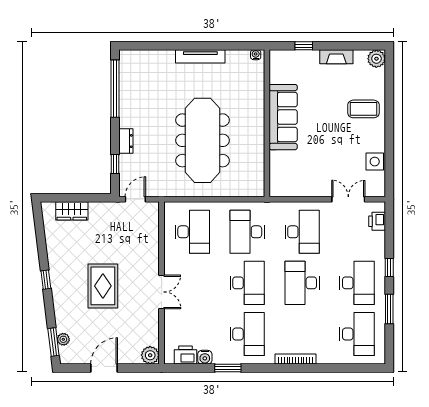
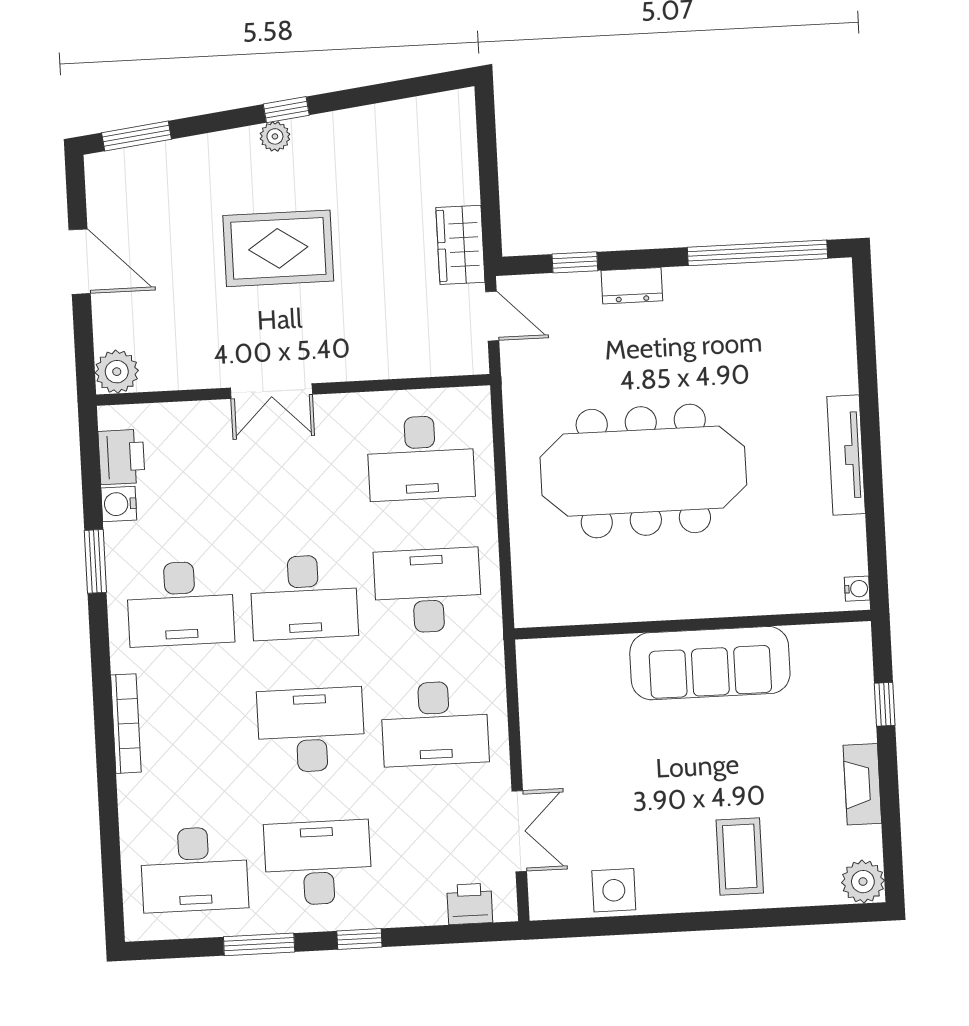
wardrobe: (72, 211) -> (460, 245), moved
desk: (357, 283) -> (318, 863), turned 180
plant: (63, 339) -> (275, 136), moved

